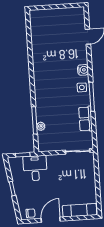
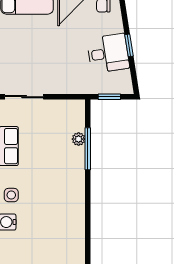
desk: (35, 168) -> (108, 53), moved, turned -99

